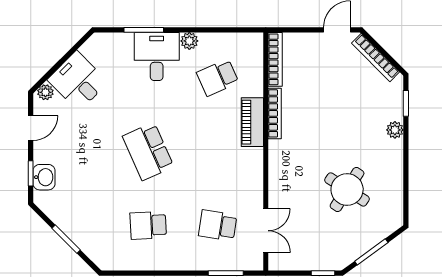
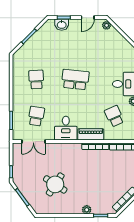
desk: (78, 81) -> (66, 128), moved, turned 135
door: (31, 128) -> (88, 18), hinge flipped
school desk: (148, 151) -> (75, 80), turned 30

